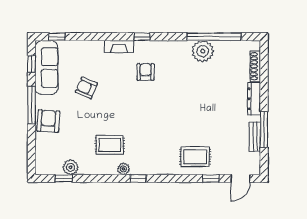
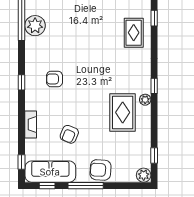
fireplace: (119, 46) -> (31, 125), moved
rug: (110, 145) -> (123, 112), width x1.36, depth x1.43
plant: (70, 167) -> (144, 175), moved

